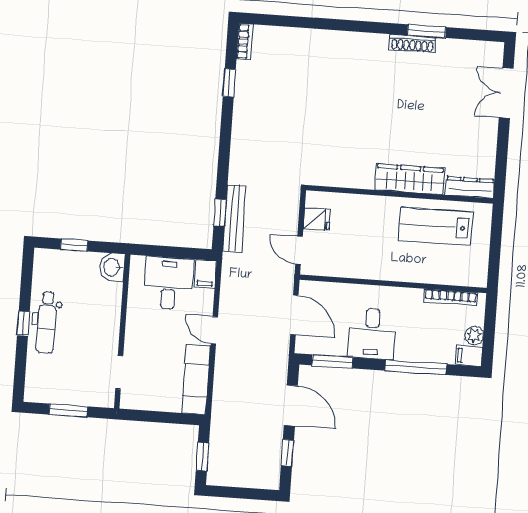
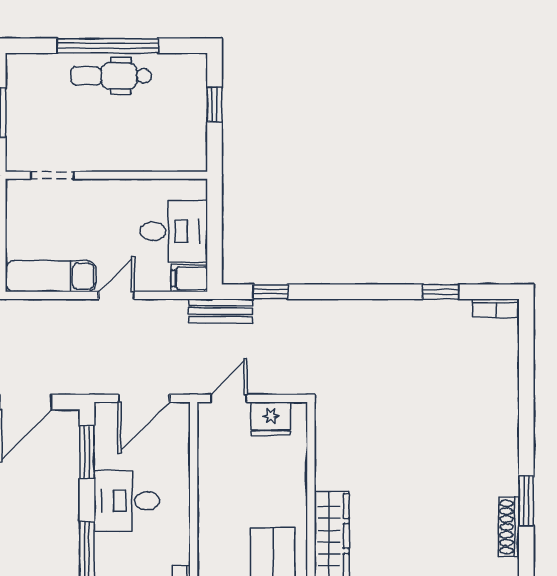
window: (427, 31) -> (526, 501), moved
bench: (234, 218) -> (220, 311), moved, width x0.73
fridge: (317, 219) -> (271, 419), width x1.38
washbasin: (112, 267) -> (189, 156), removed
window: (23, 323) -> (108, 46), width x3.17

